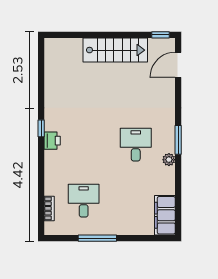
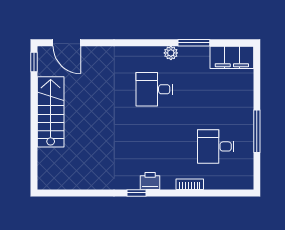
window: (178, 140) -> (194, 43), moved
bookcase: (49, 208) -> (190, 184), moved

